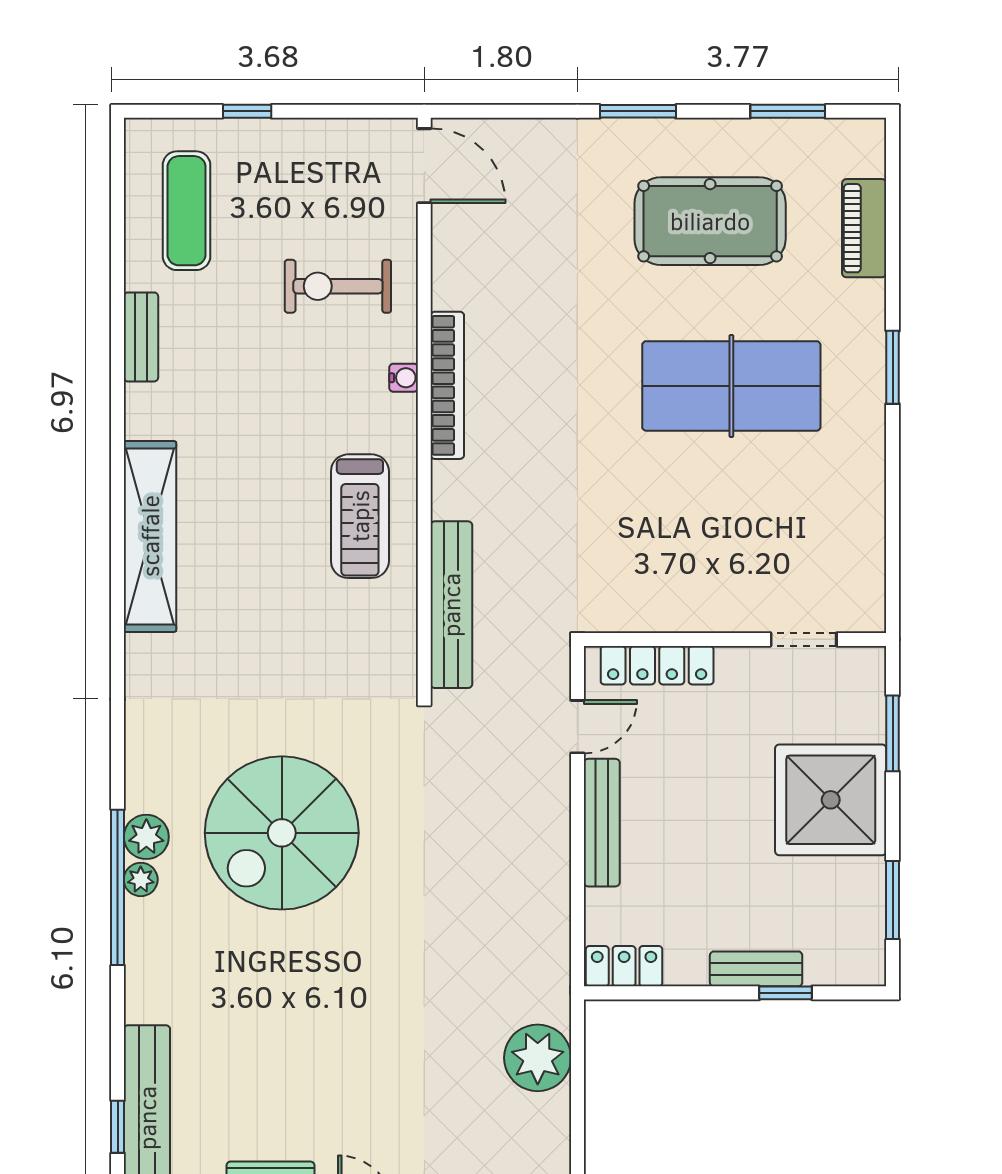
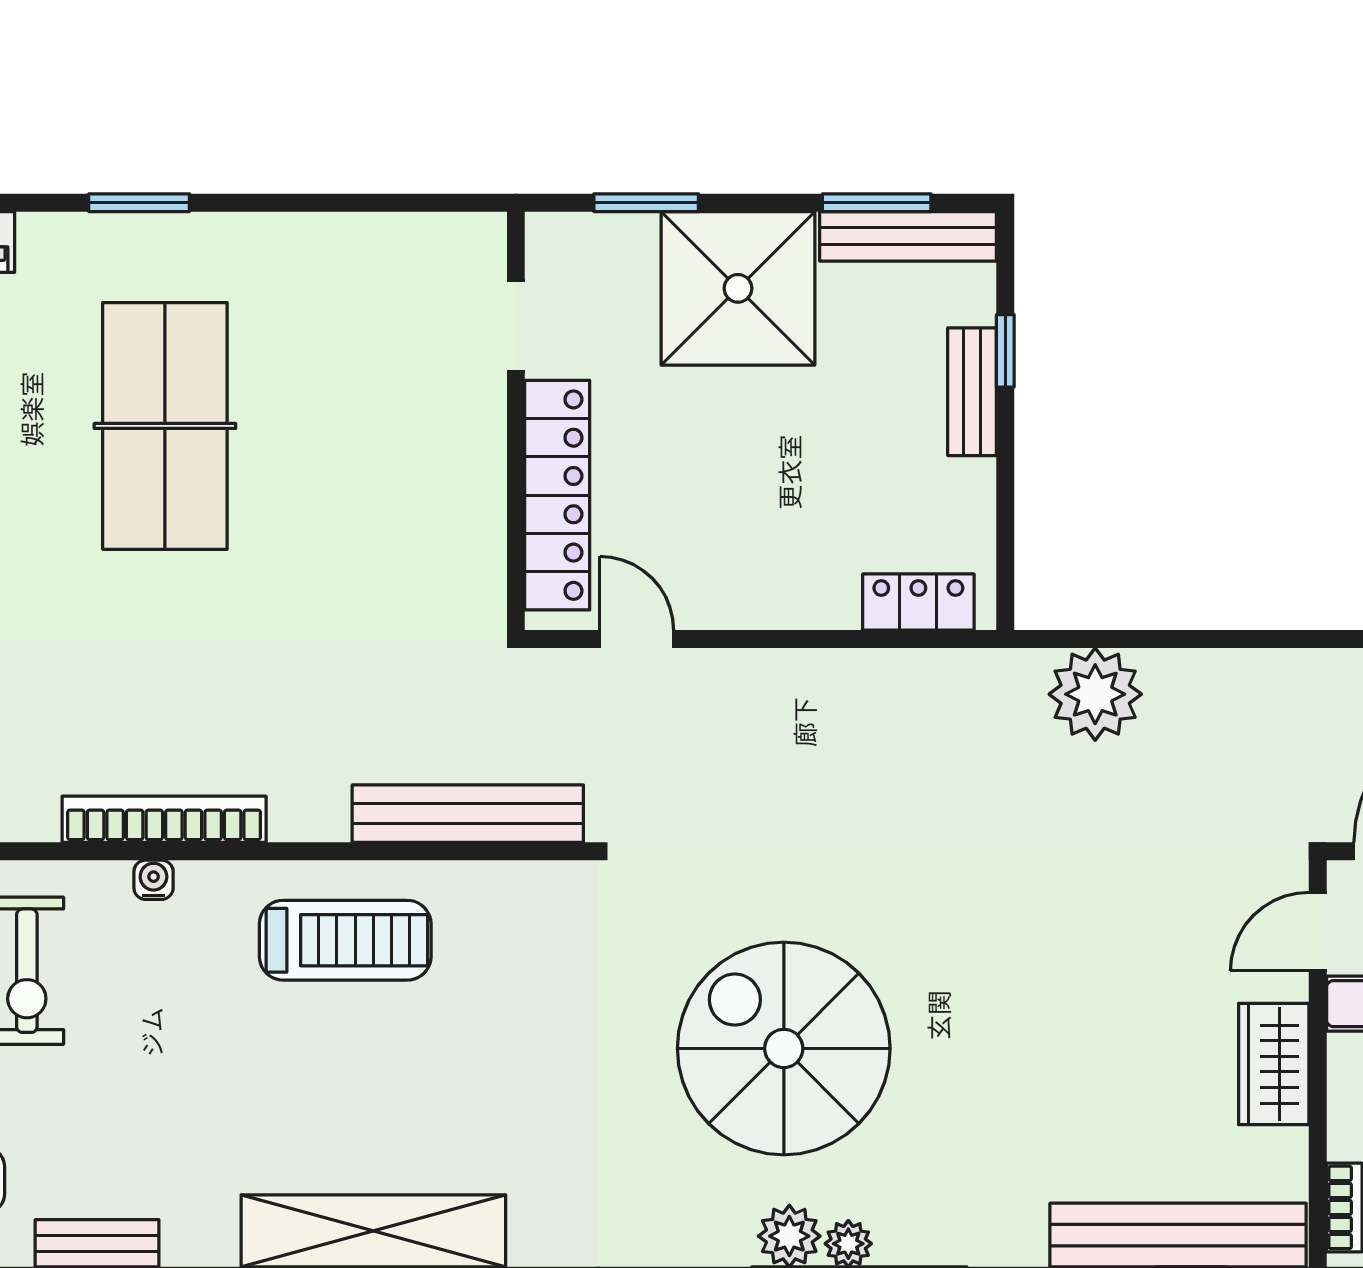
locker: (657, 665) -> (557, 495), width x1.41, depth x1.21
bench: (602, 823) -> (908, 236), moved
spiral stairs: (282, 833) -> (784, 1048), turned 180
locker: (624, 966) -> (918, 602), moved, turned 90

